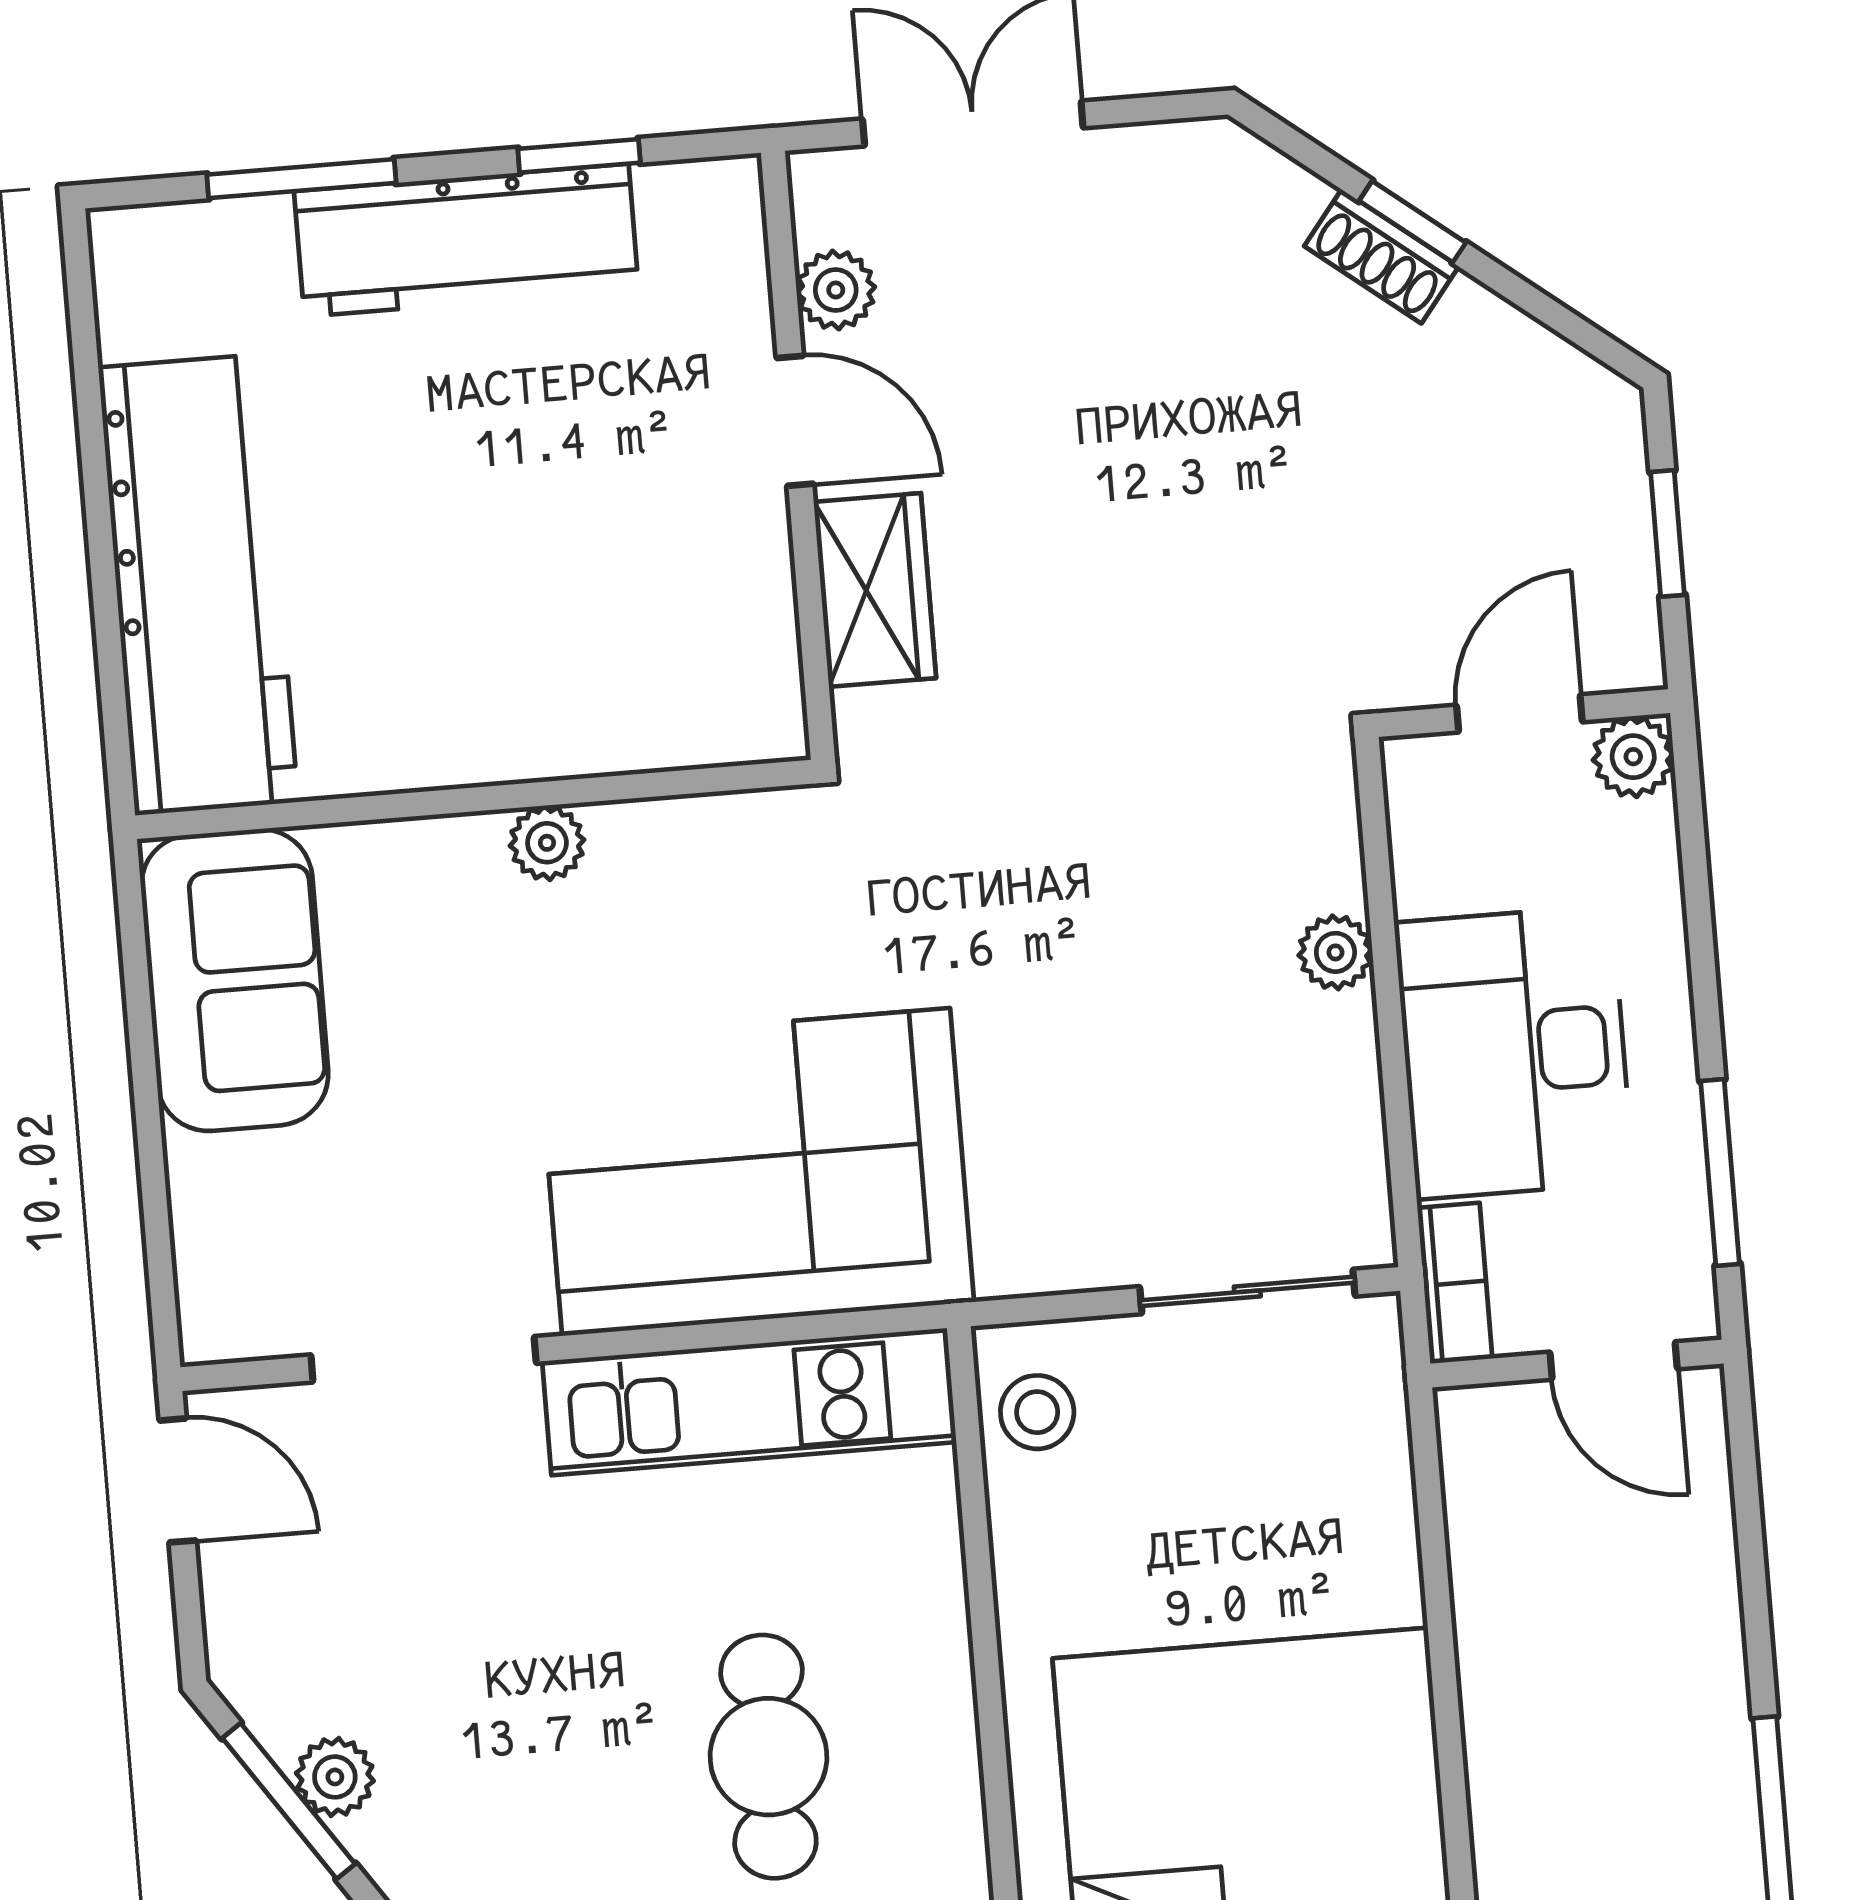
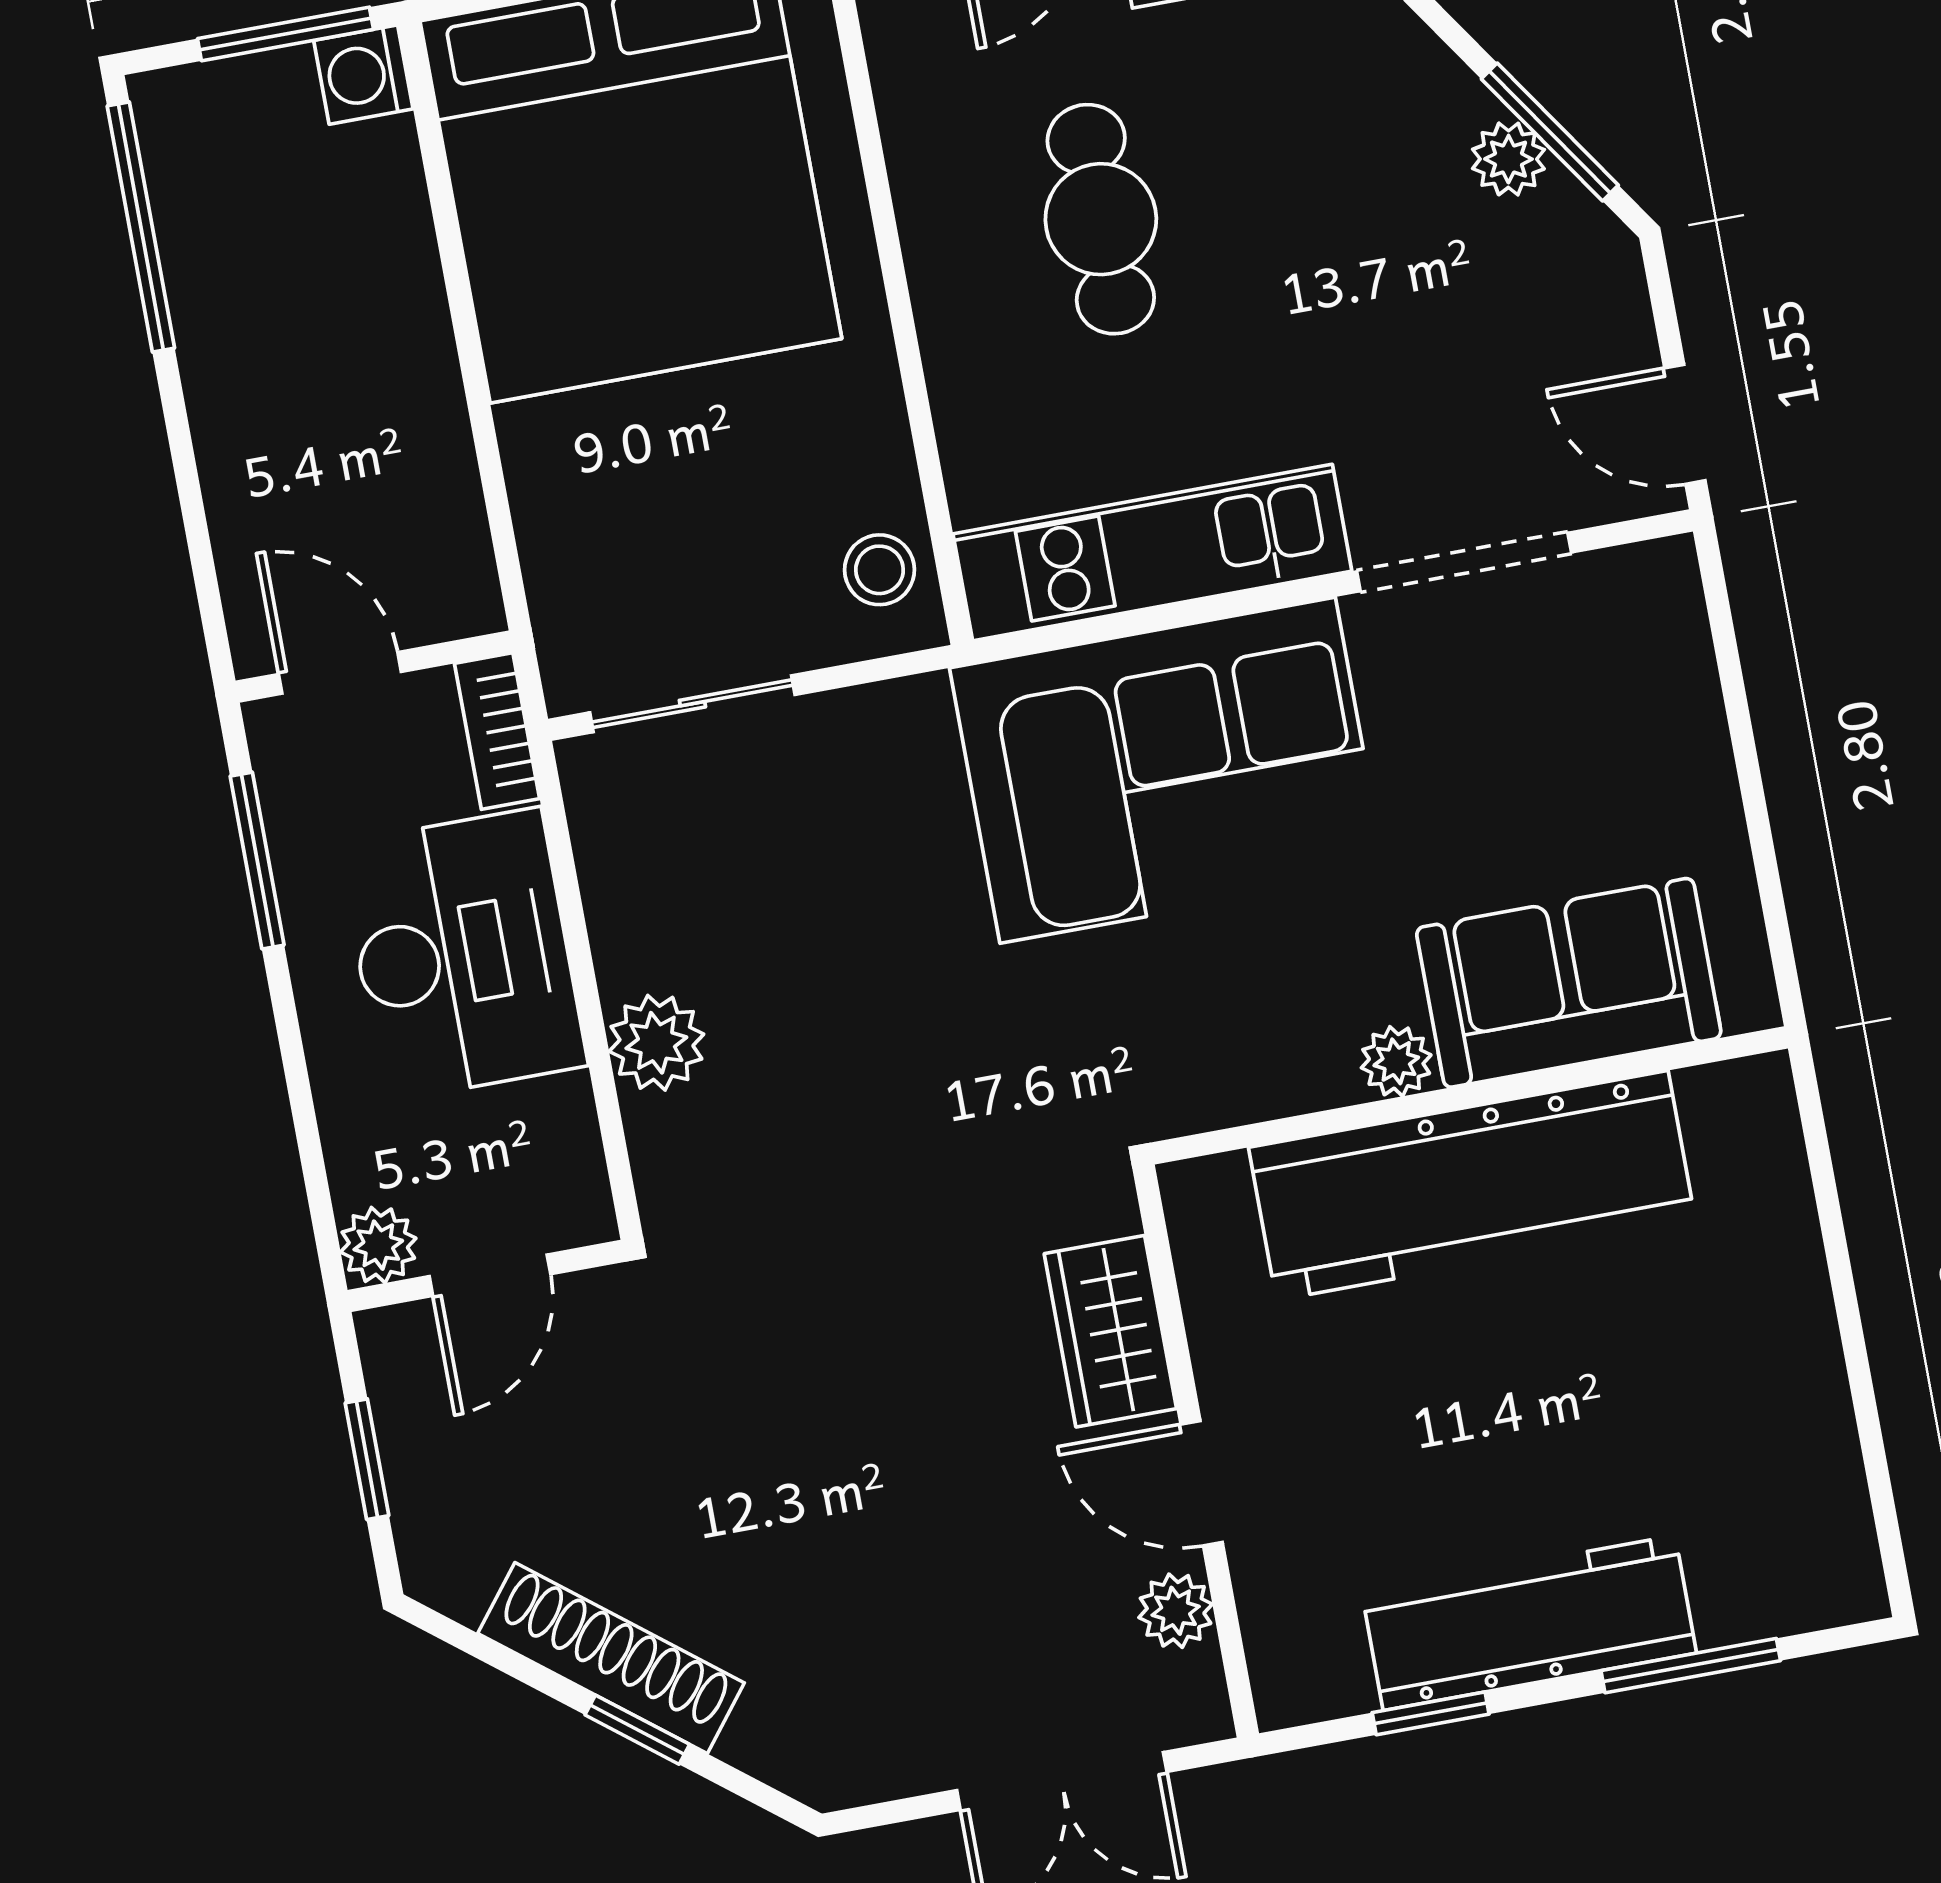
shoe rack: (1382, 256) -> (611, 1658), width x1.94, depth x1.24
workbench: (198, 585) -> (1472, 1185), moved, turned -90
plant: (1335, 952) -> (656, 1043), width x1.38, depth x1.38
sofa: (235, 980) -> (1569, 983), moved, turned 90

